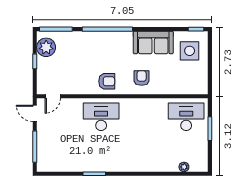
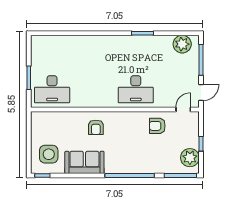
armchair: (107, 81) -> (157, 126), moved
door: (35, 113) -> (201, 93), hinge flipped
plant: (184, 167) -> (182, 44), moved, width x1.87, depth x1.87

